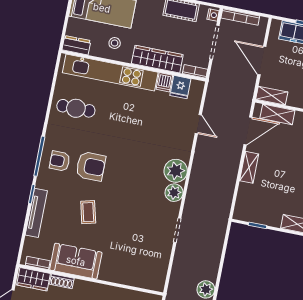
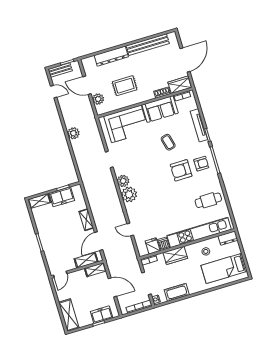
wardrobe: (157, 59) -> (175, 255), width x0.67
freezer: (265, 214) -> (62, 197), added
corner sofa: (130, 265) -> (126, 124), added

